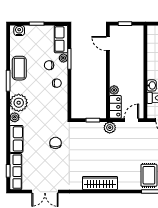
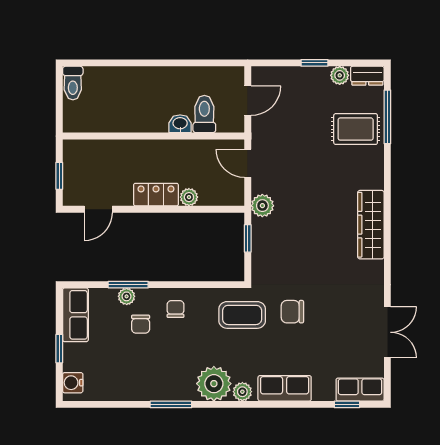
row of seats: (61, 39) -> (75, 315), moved, turned -90
coffee table: (19, 68) -> (242, 315), moved
locker: (115, 107) -> (156, 195), moved
row of seats: (16, 172) -> (360, 390), width x0.68

